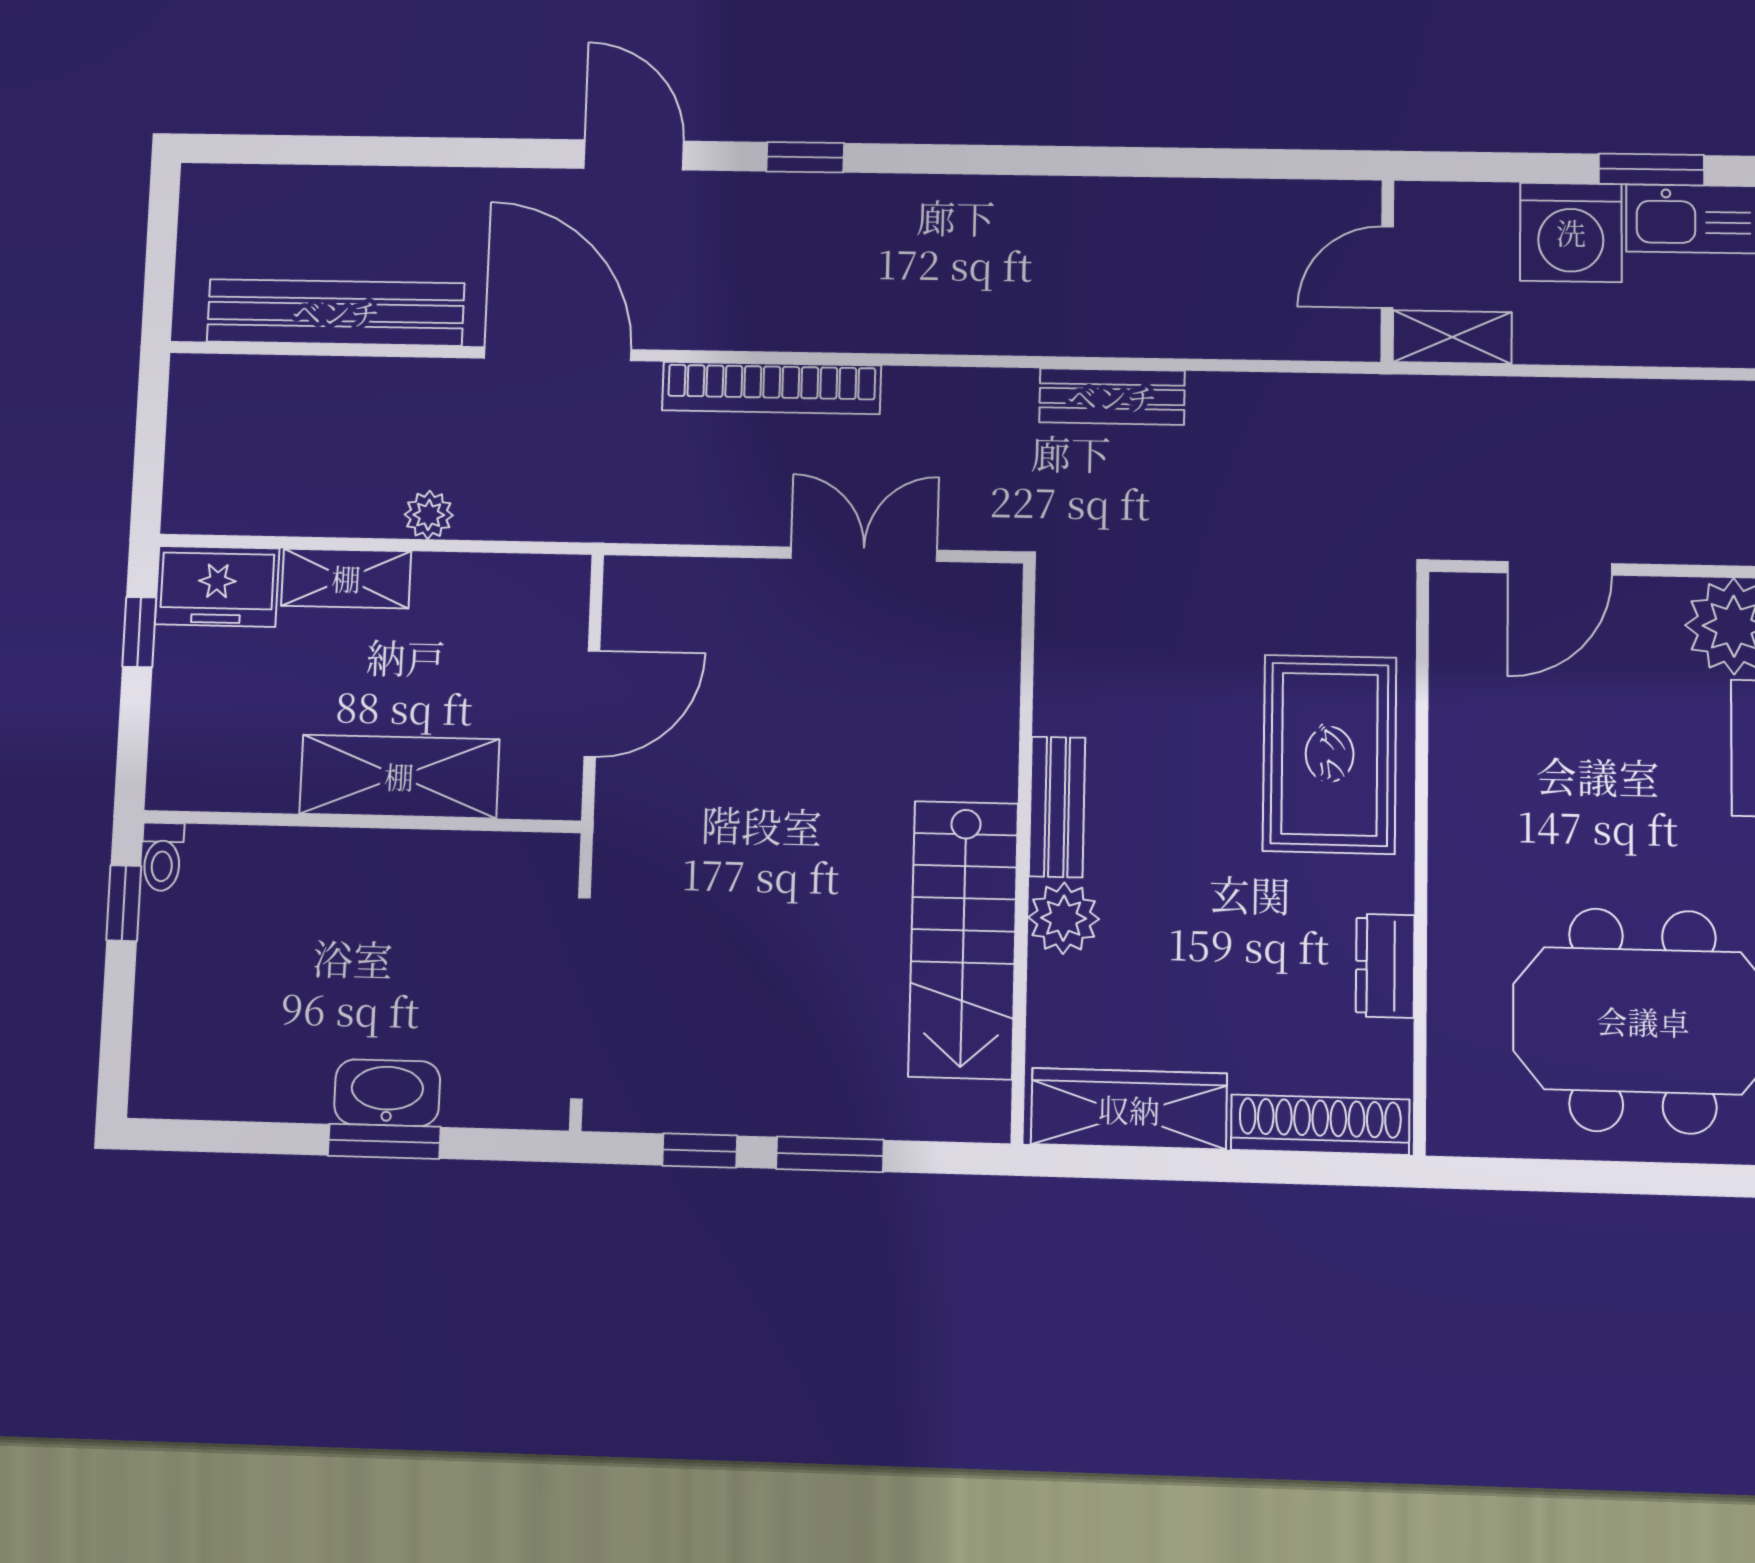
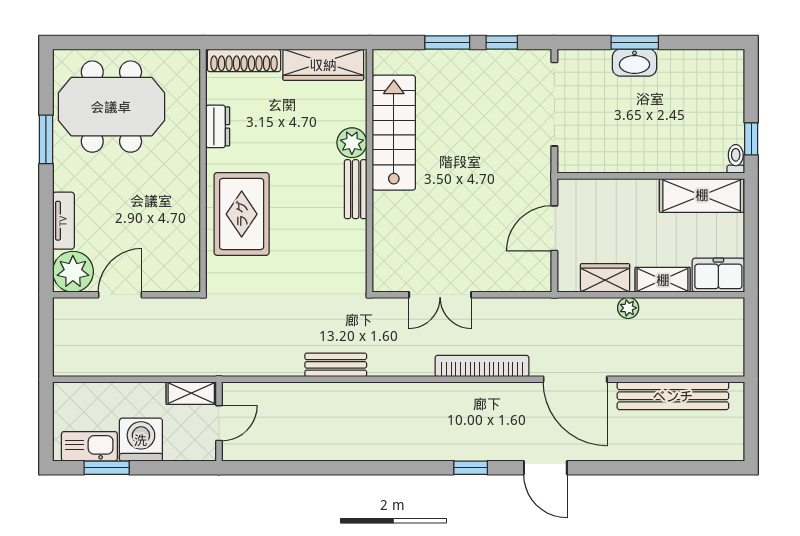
door: (1560, 568) -> (120, 295), moved
wardrobe: (479, 586) -> (605, 278), added
window: (139, 632) -> (751, 255), removed
shelving: (399, 776) -> (702, 195), moved

